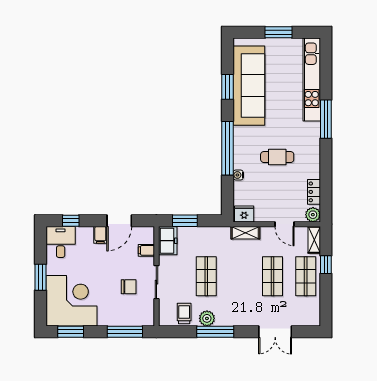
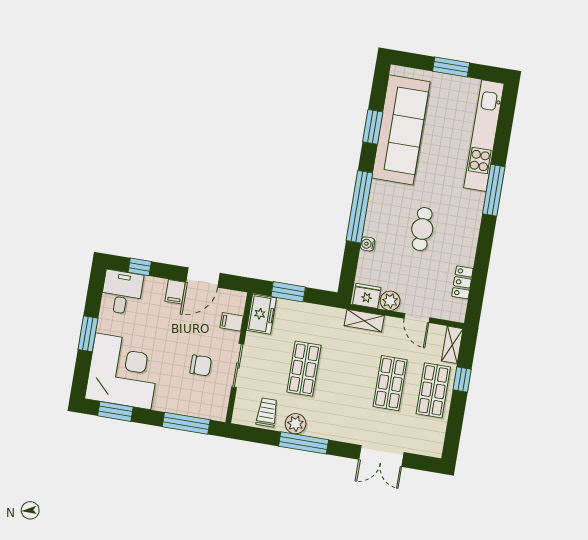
cafe table: (277, 157) -> (422, 229), turned 90
plant: (313, 215) -> (390, 301), moved

